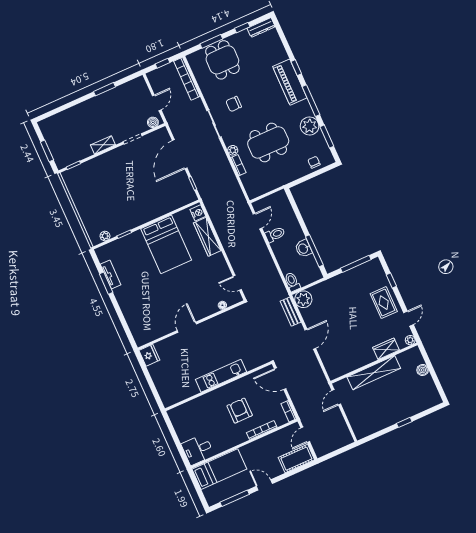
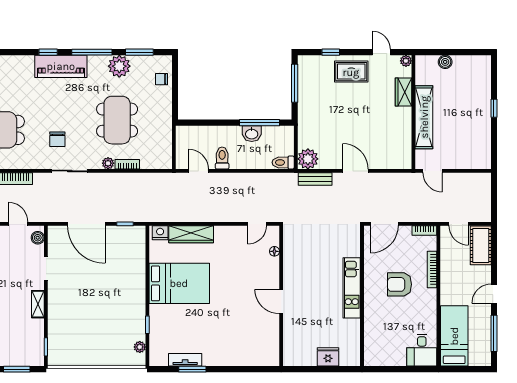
fridge: (149, 355) -> (328, 357), moved

